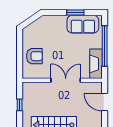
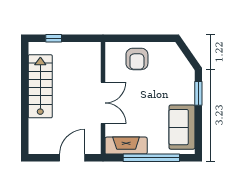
window: (75, 13) -> (198, 93), moved
window: (20, 105) -> (54, 38), moved

